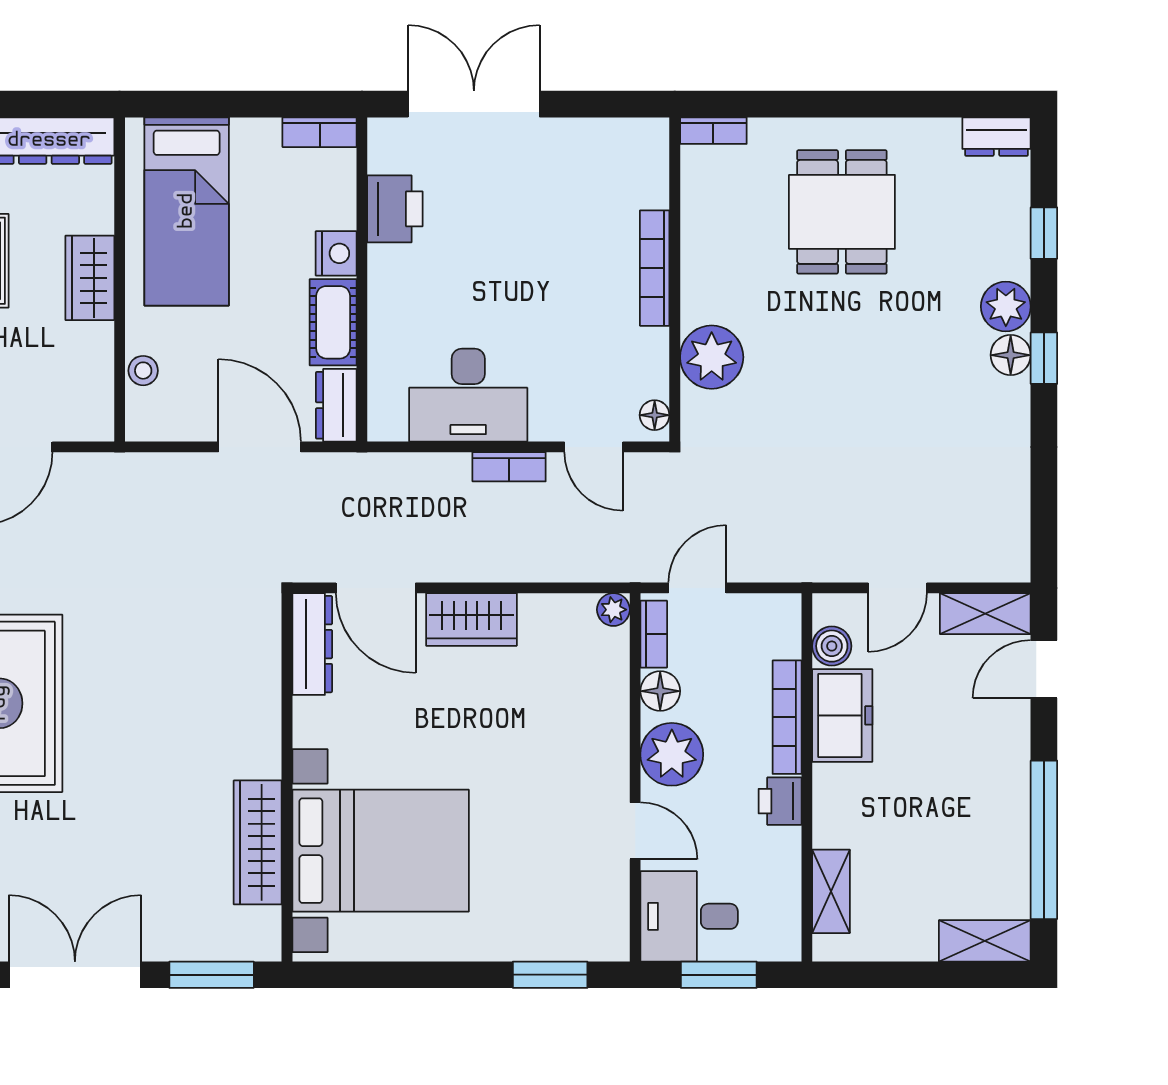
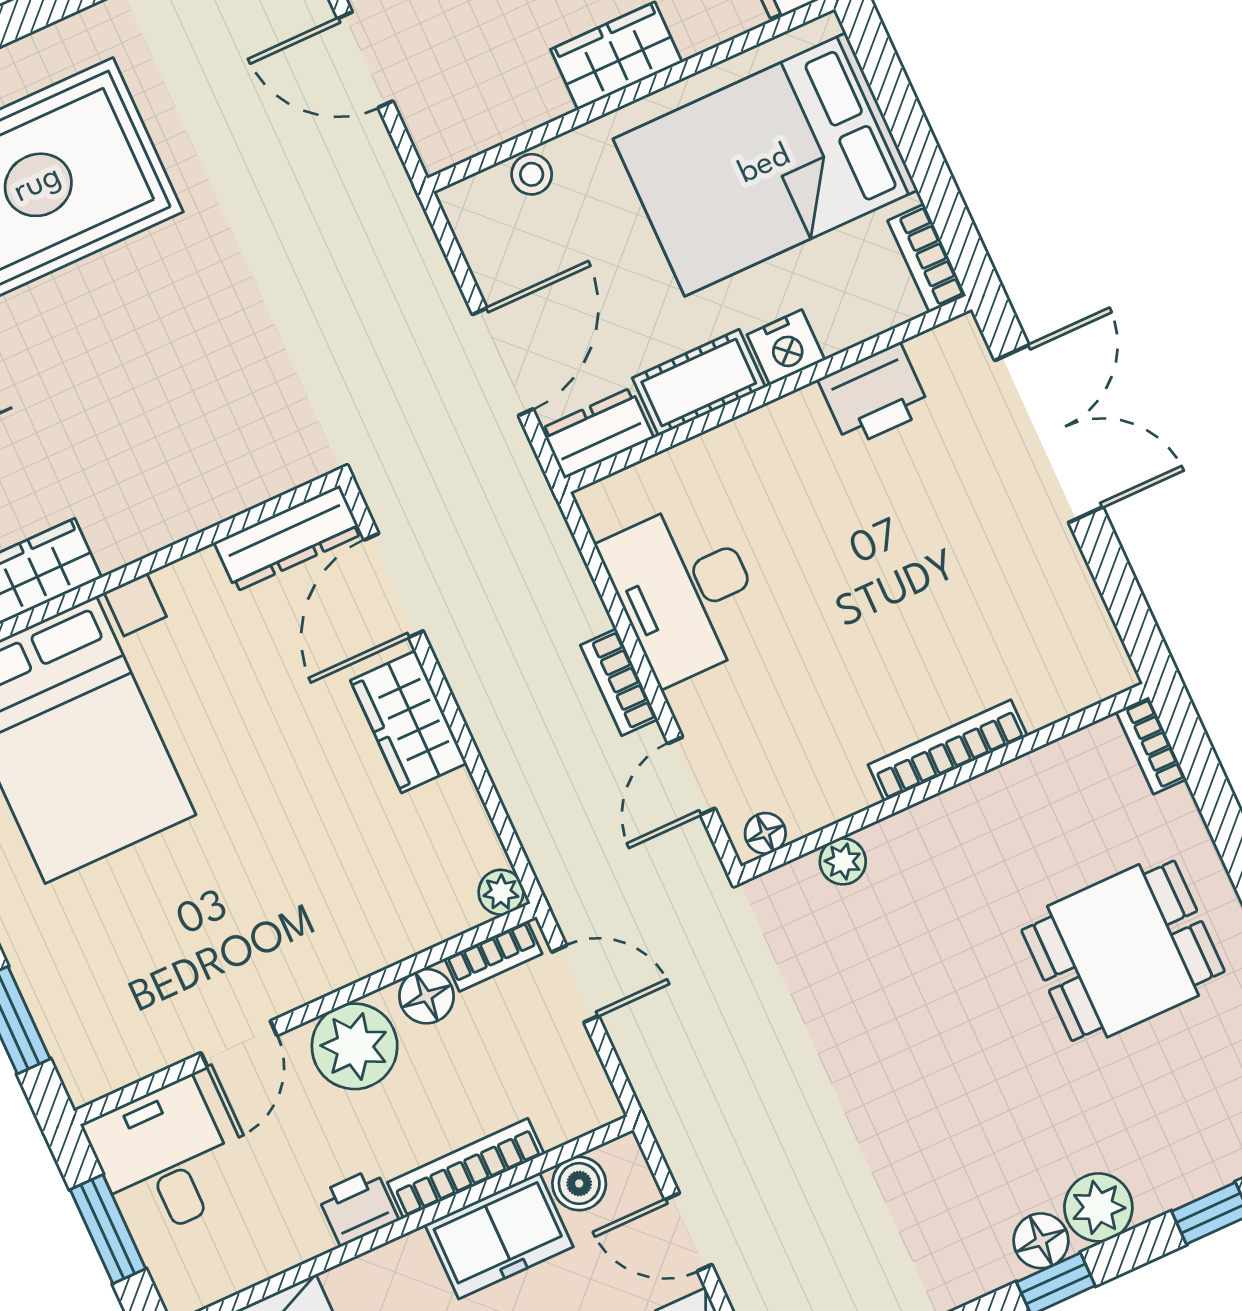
bed: (187, 211) -> (765, 165), width x1.50
plant: (712, 357) -> (843, 861), width x0.53, depth x0.53

